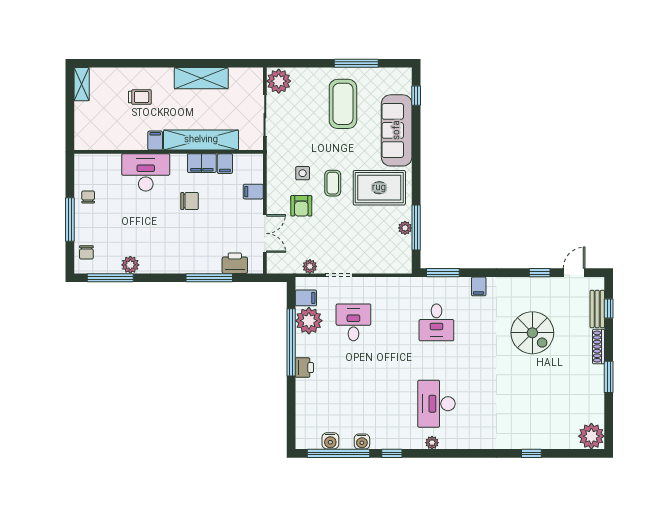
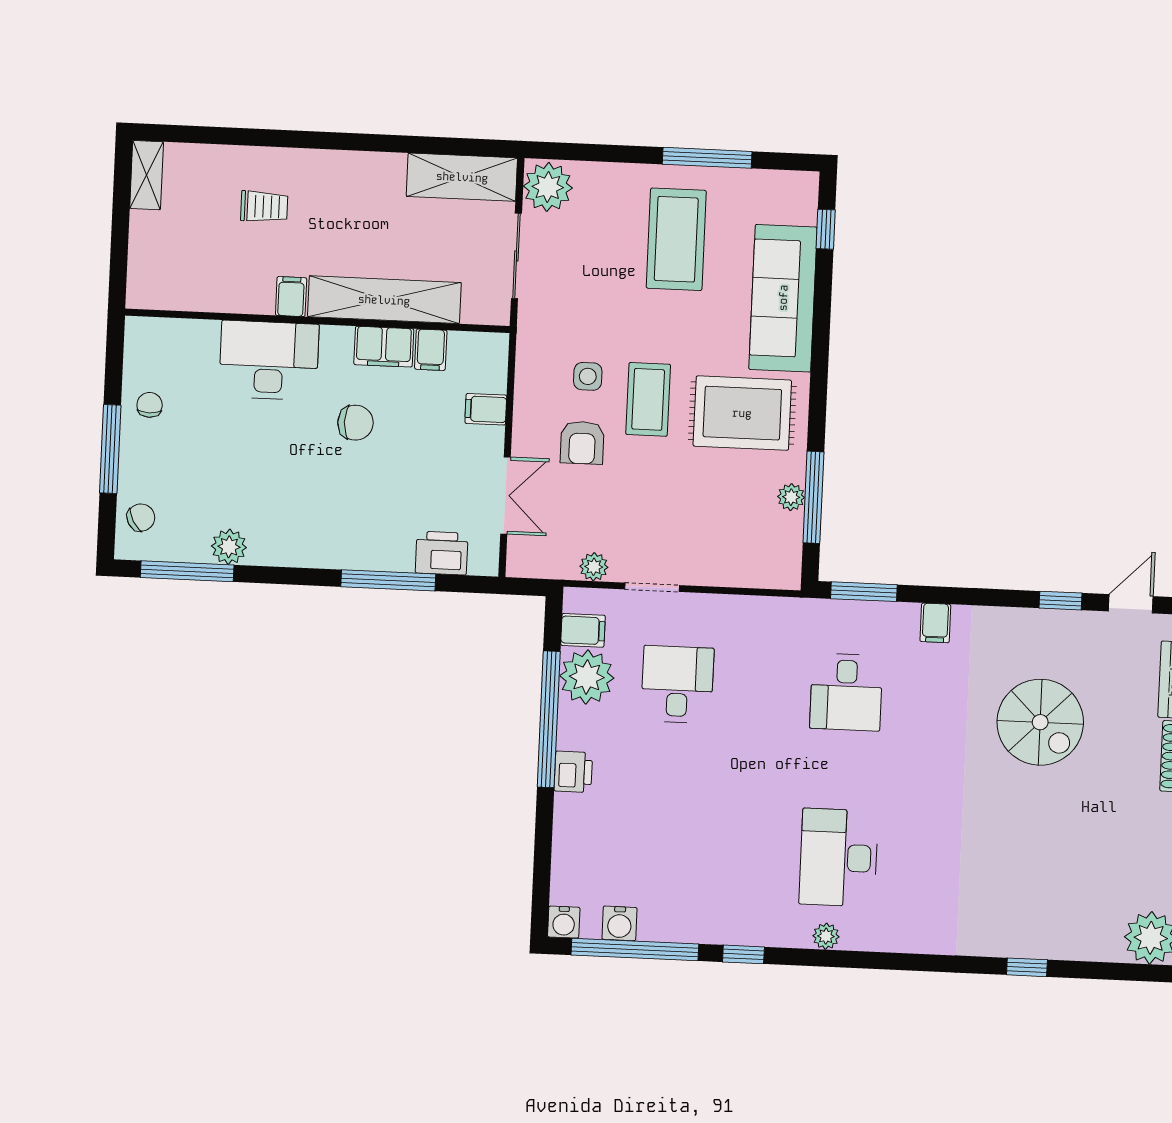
shelving: (201, 78) -> (462, 177), moved
coffee table: (333, 183) -> (648, 399), width x1.36, depth x1.30
chair: (86, 252) -> (141, 518), turned -119
water cooler: (362, 442) -> (564, 922), moved

